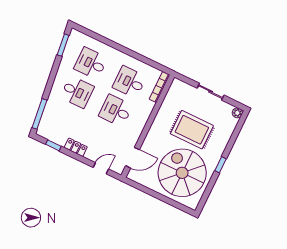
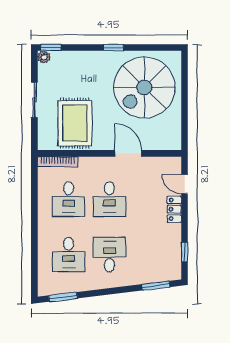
window: (40, 114) -> (156, 286), width x0.69
window: (242, 121) -> (51, 48), added
rug: (192, 130) -> (75, 123), moved
locker: (76, 147) -> (174, 209), moved
door: (132, 158) -> (128, 153), moved

